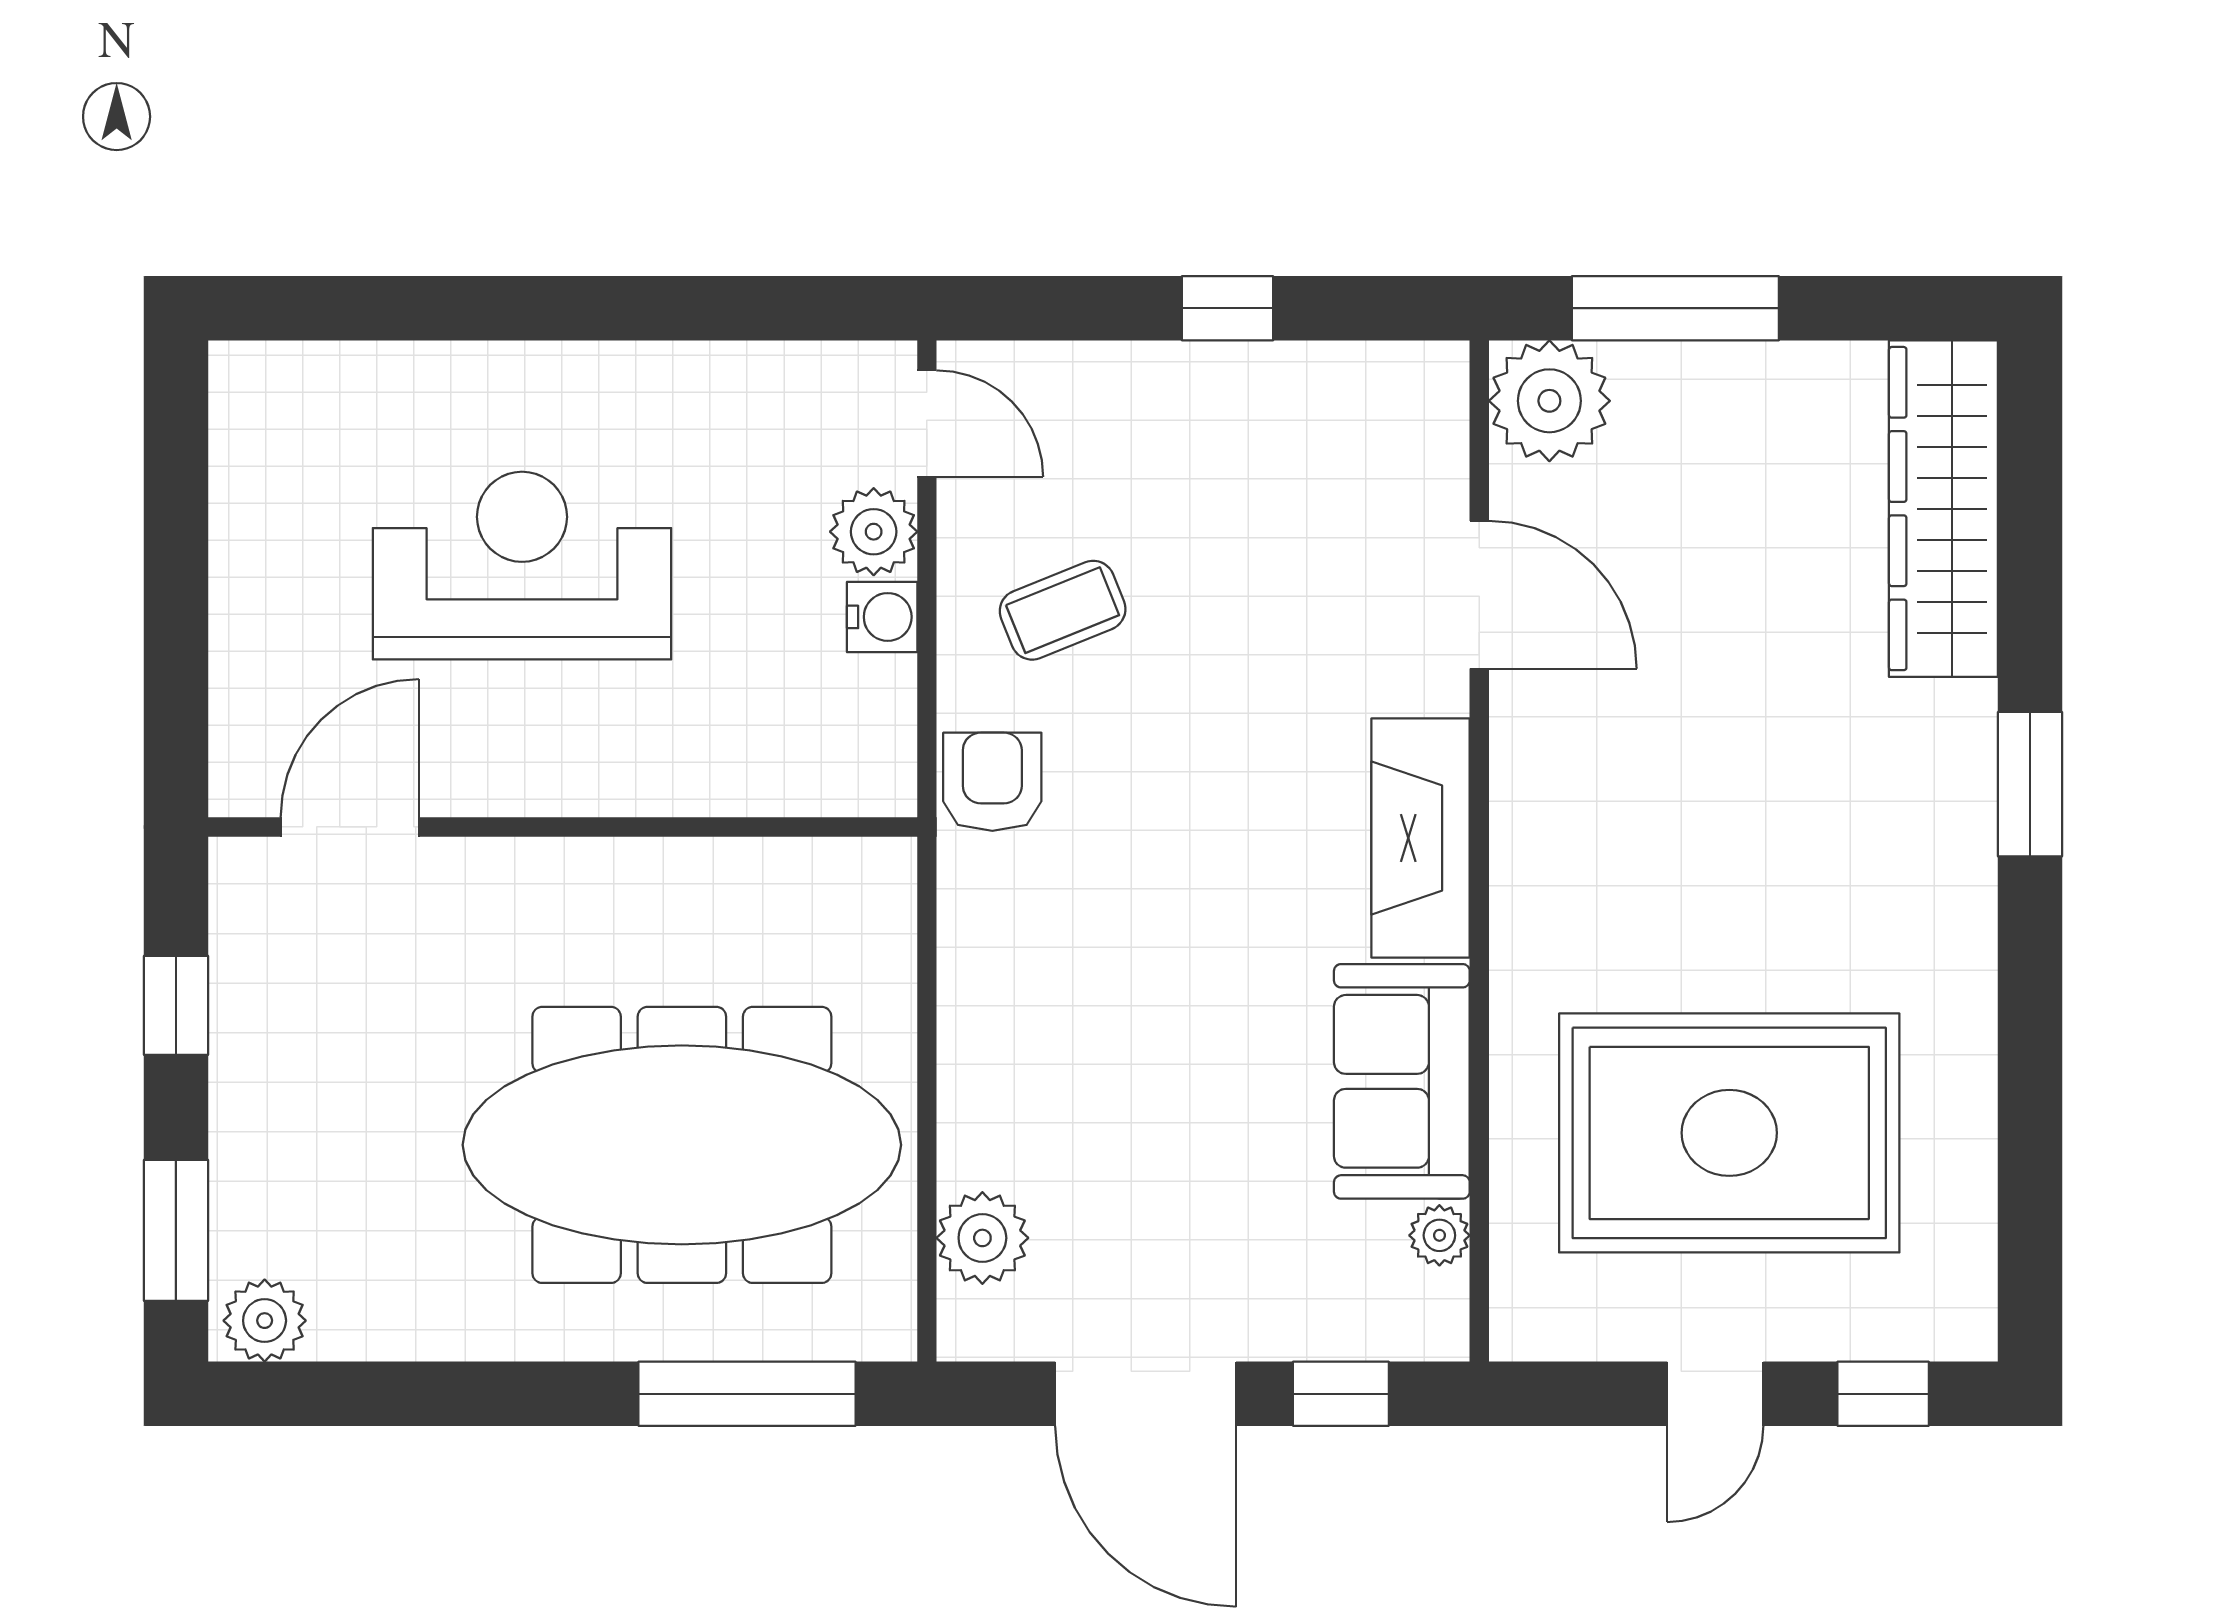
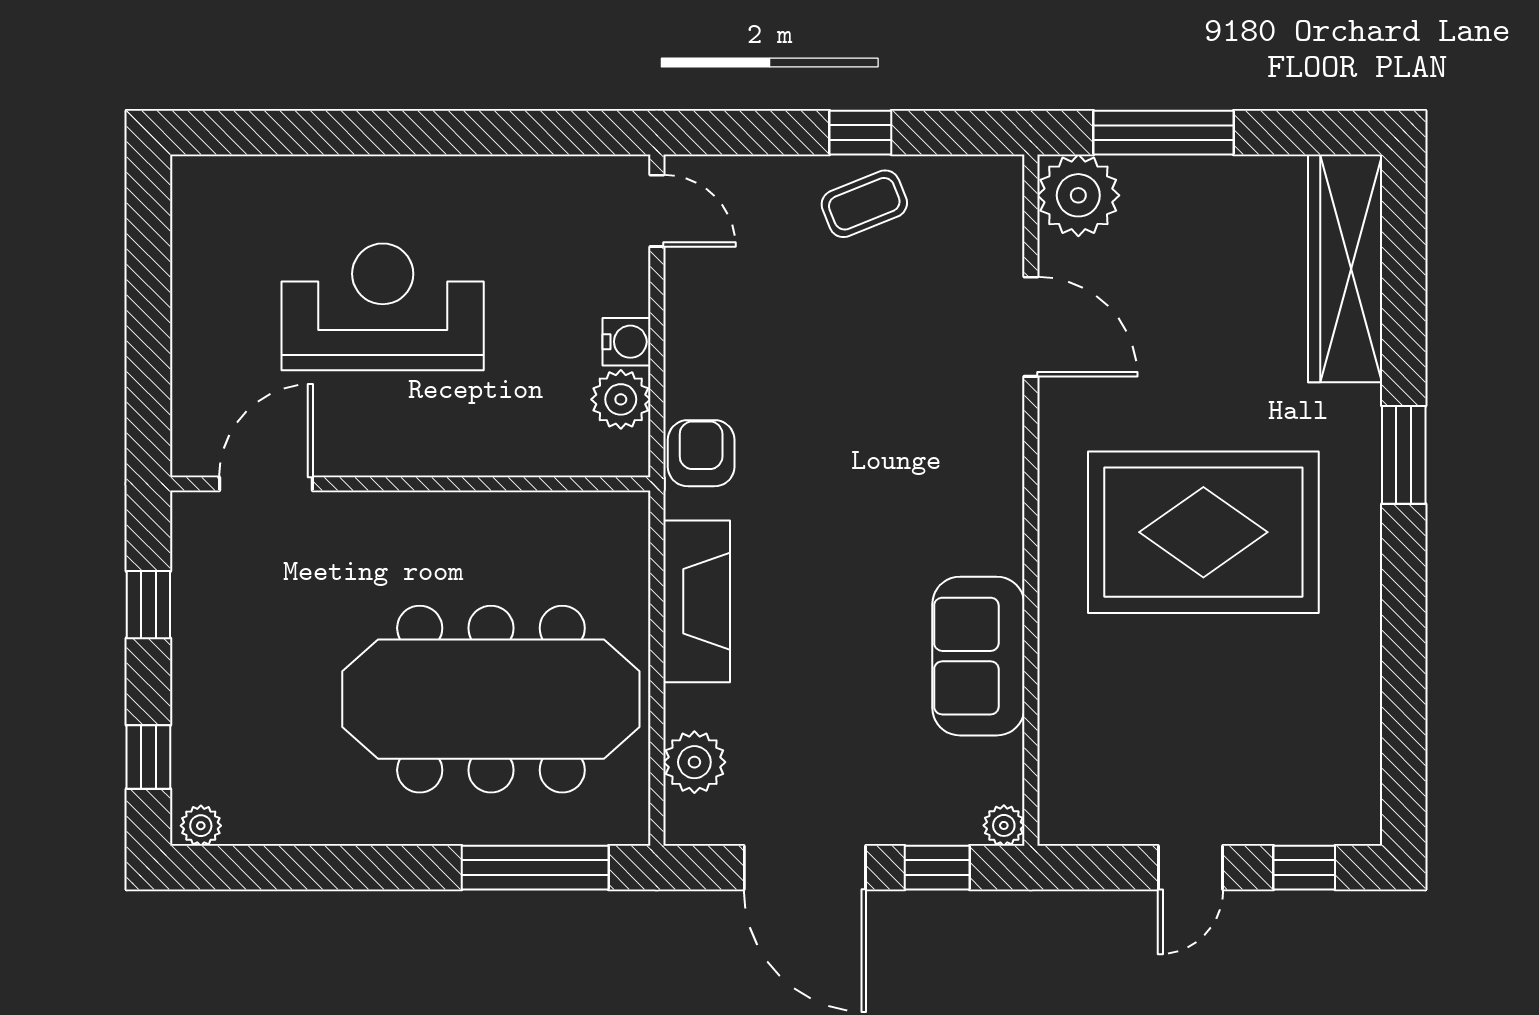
plant: (874, 532) -> (621, 399), moved
coffee table: (1063, 610) -> (864, 204), moved
fireplace: (1420, 838) -> (697, 601), moved, turned 180
rug: (1729, 1133) -> (1203, 532), moved
window: (176, 1230) -> (148, 757), width x0.67
plant: (1439, 1235) -> (1004, 825), moved
plant: (265, 1321) -> (201, 826), width x0.73, depth x0.73

